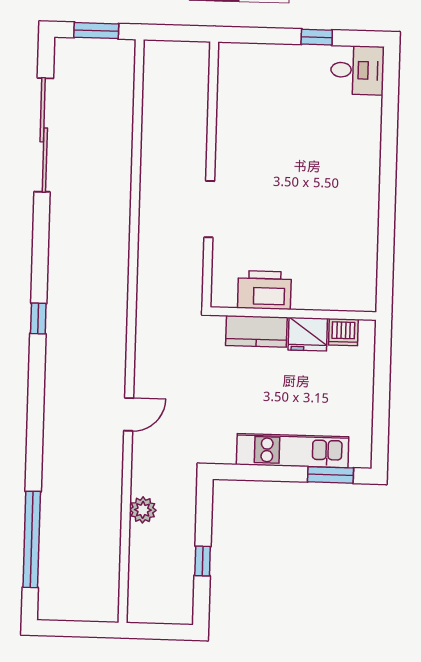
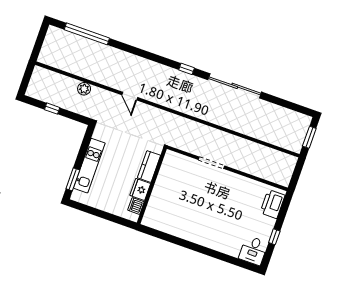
sliding door: (44, 135) -> (235, 86), moved
printer: (264, 290) -> (272, 204), moved, turned 180

